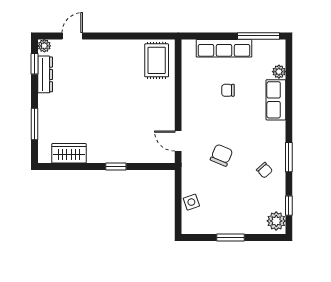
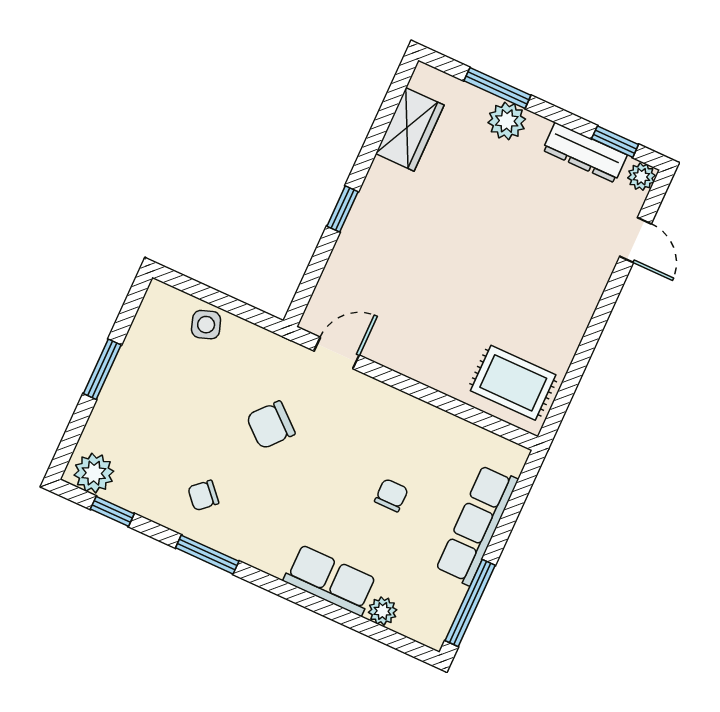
plant: (47, 114) -> (507, 121), added
chair: (221, 155) -> (271, 425), turned 108

